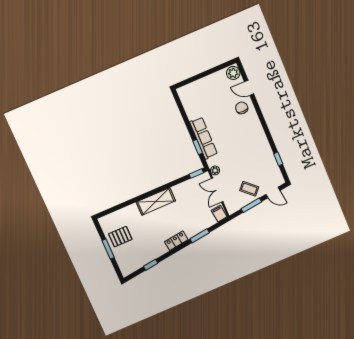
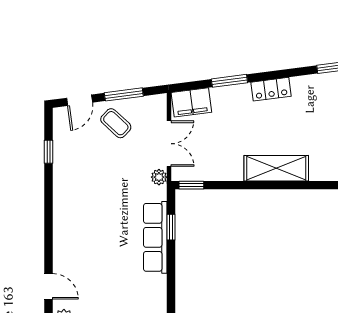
chair: (242, 108) -> (74, 259), removed
door: (273, 192) -> (80, 100), swing flipped
filing cabinet: (219, 214) -> (191, 102), width x2.00

